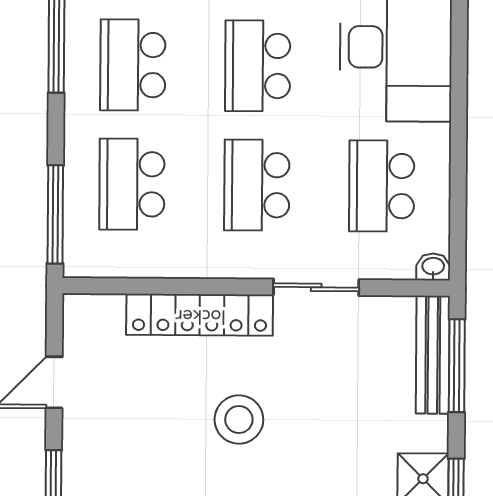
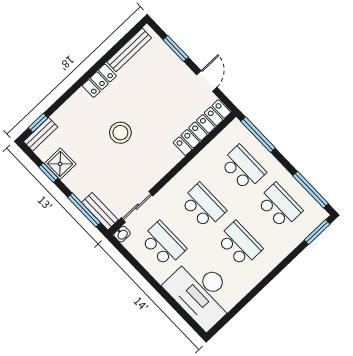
sliding door: (316, 287) -> (137, 207), moved
locker: (200, 315) -> (202, 128), moved
bench: (433, 355) -> (100, 211), width x0.73
stool: (239, 420) -> (120, 133), moved

